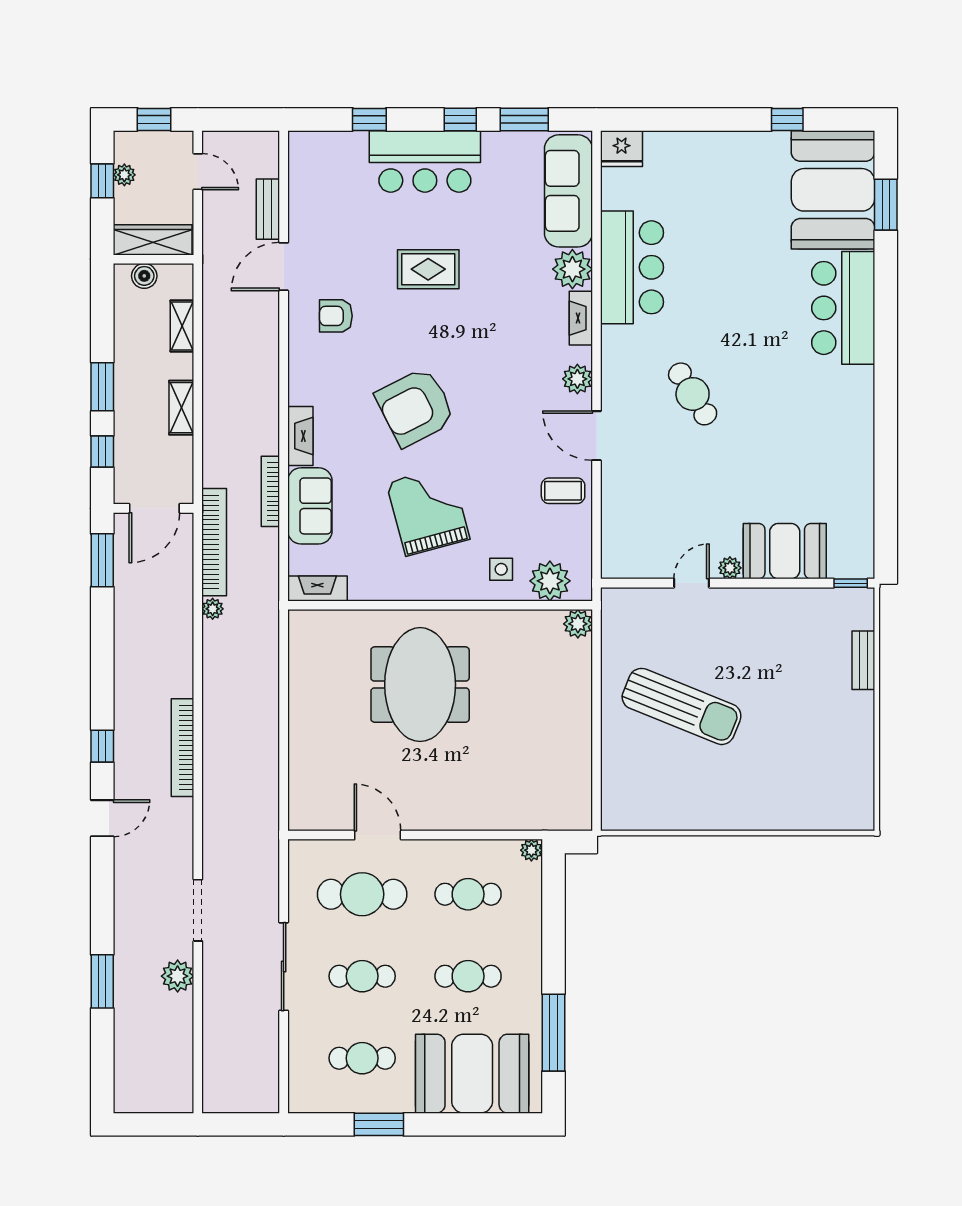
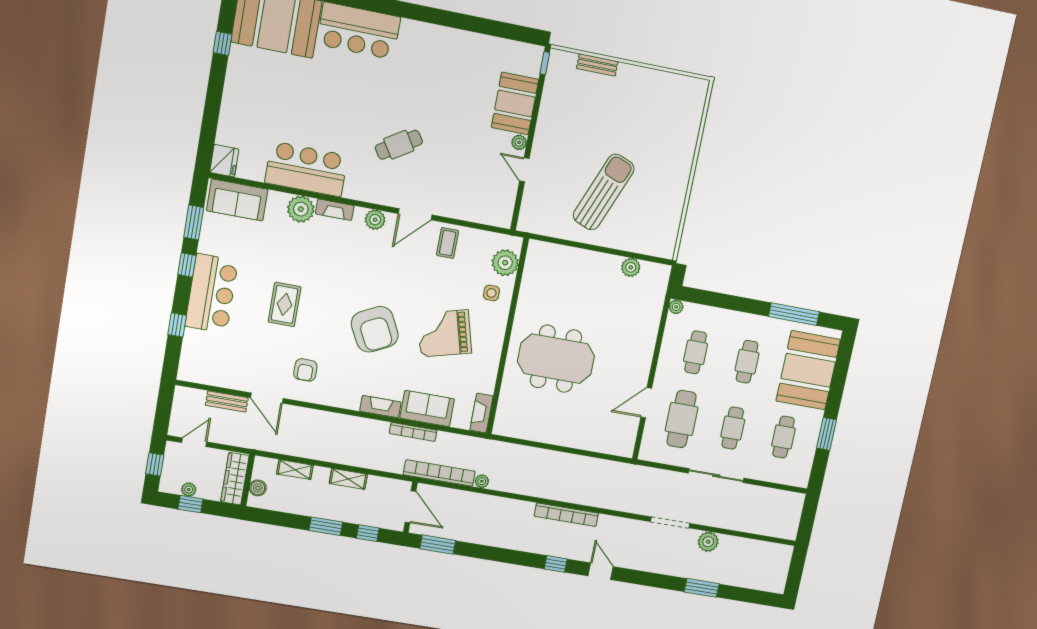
sofa: (568, 191) -> (237, 200), width x0.73
plant: (578, 624) -> (631, 267), moved

